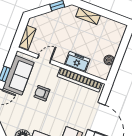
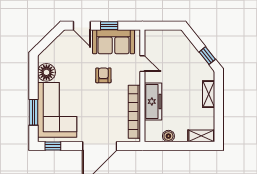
shelving: (27, 38) -> (201, 136), moved
freezer: (77, 62) -> (153, 101), width x1.40

